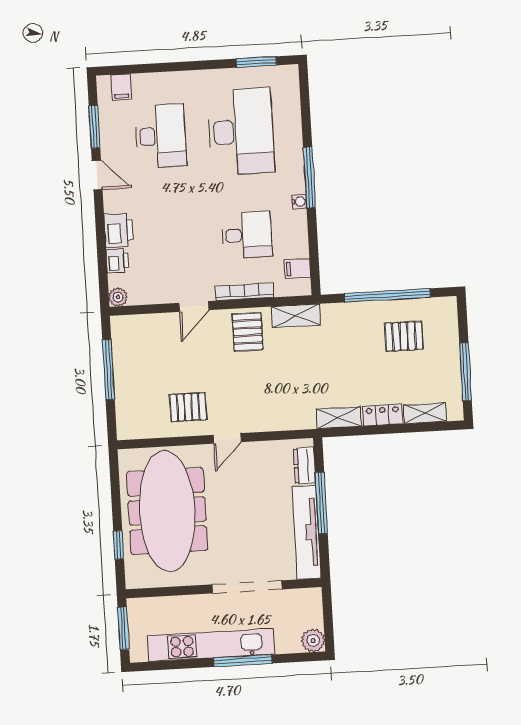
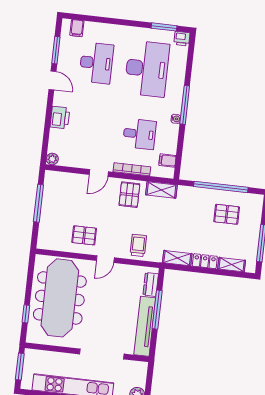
printer: (117, 261) -> (182, 39), moved, turned 90
trolley: (275, 408) -> (138, 245), added

